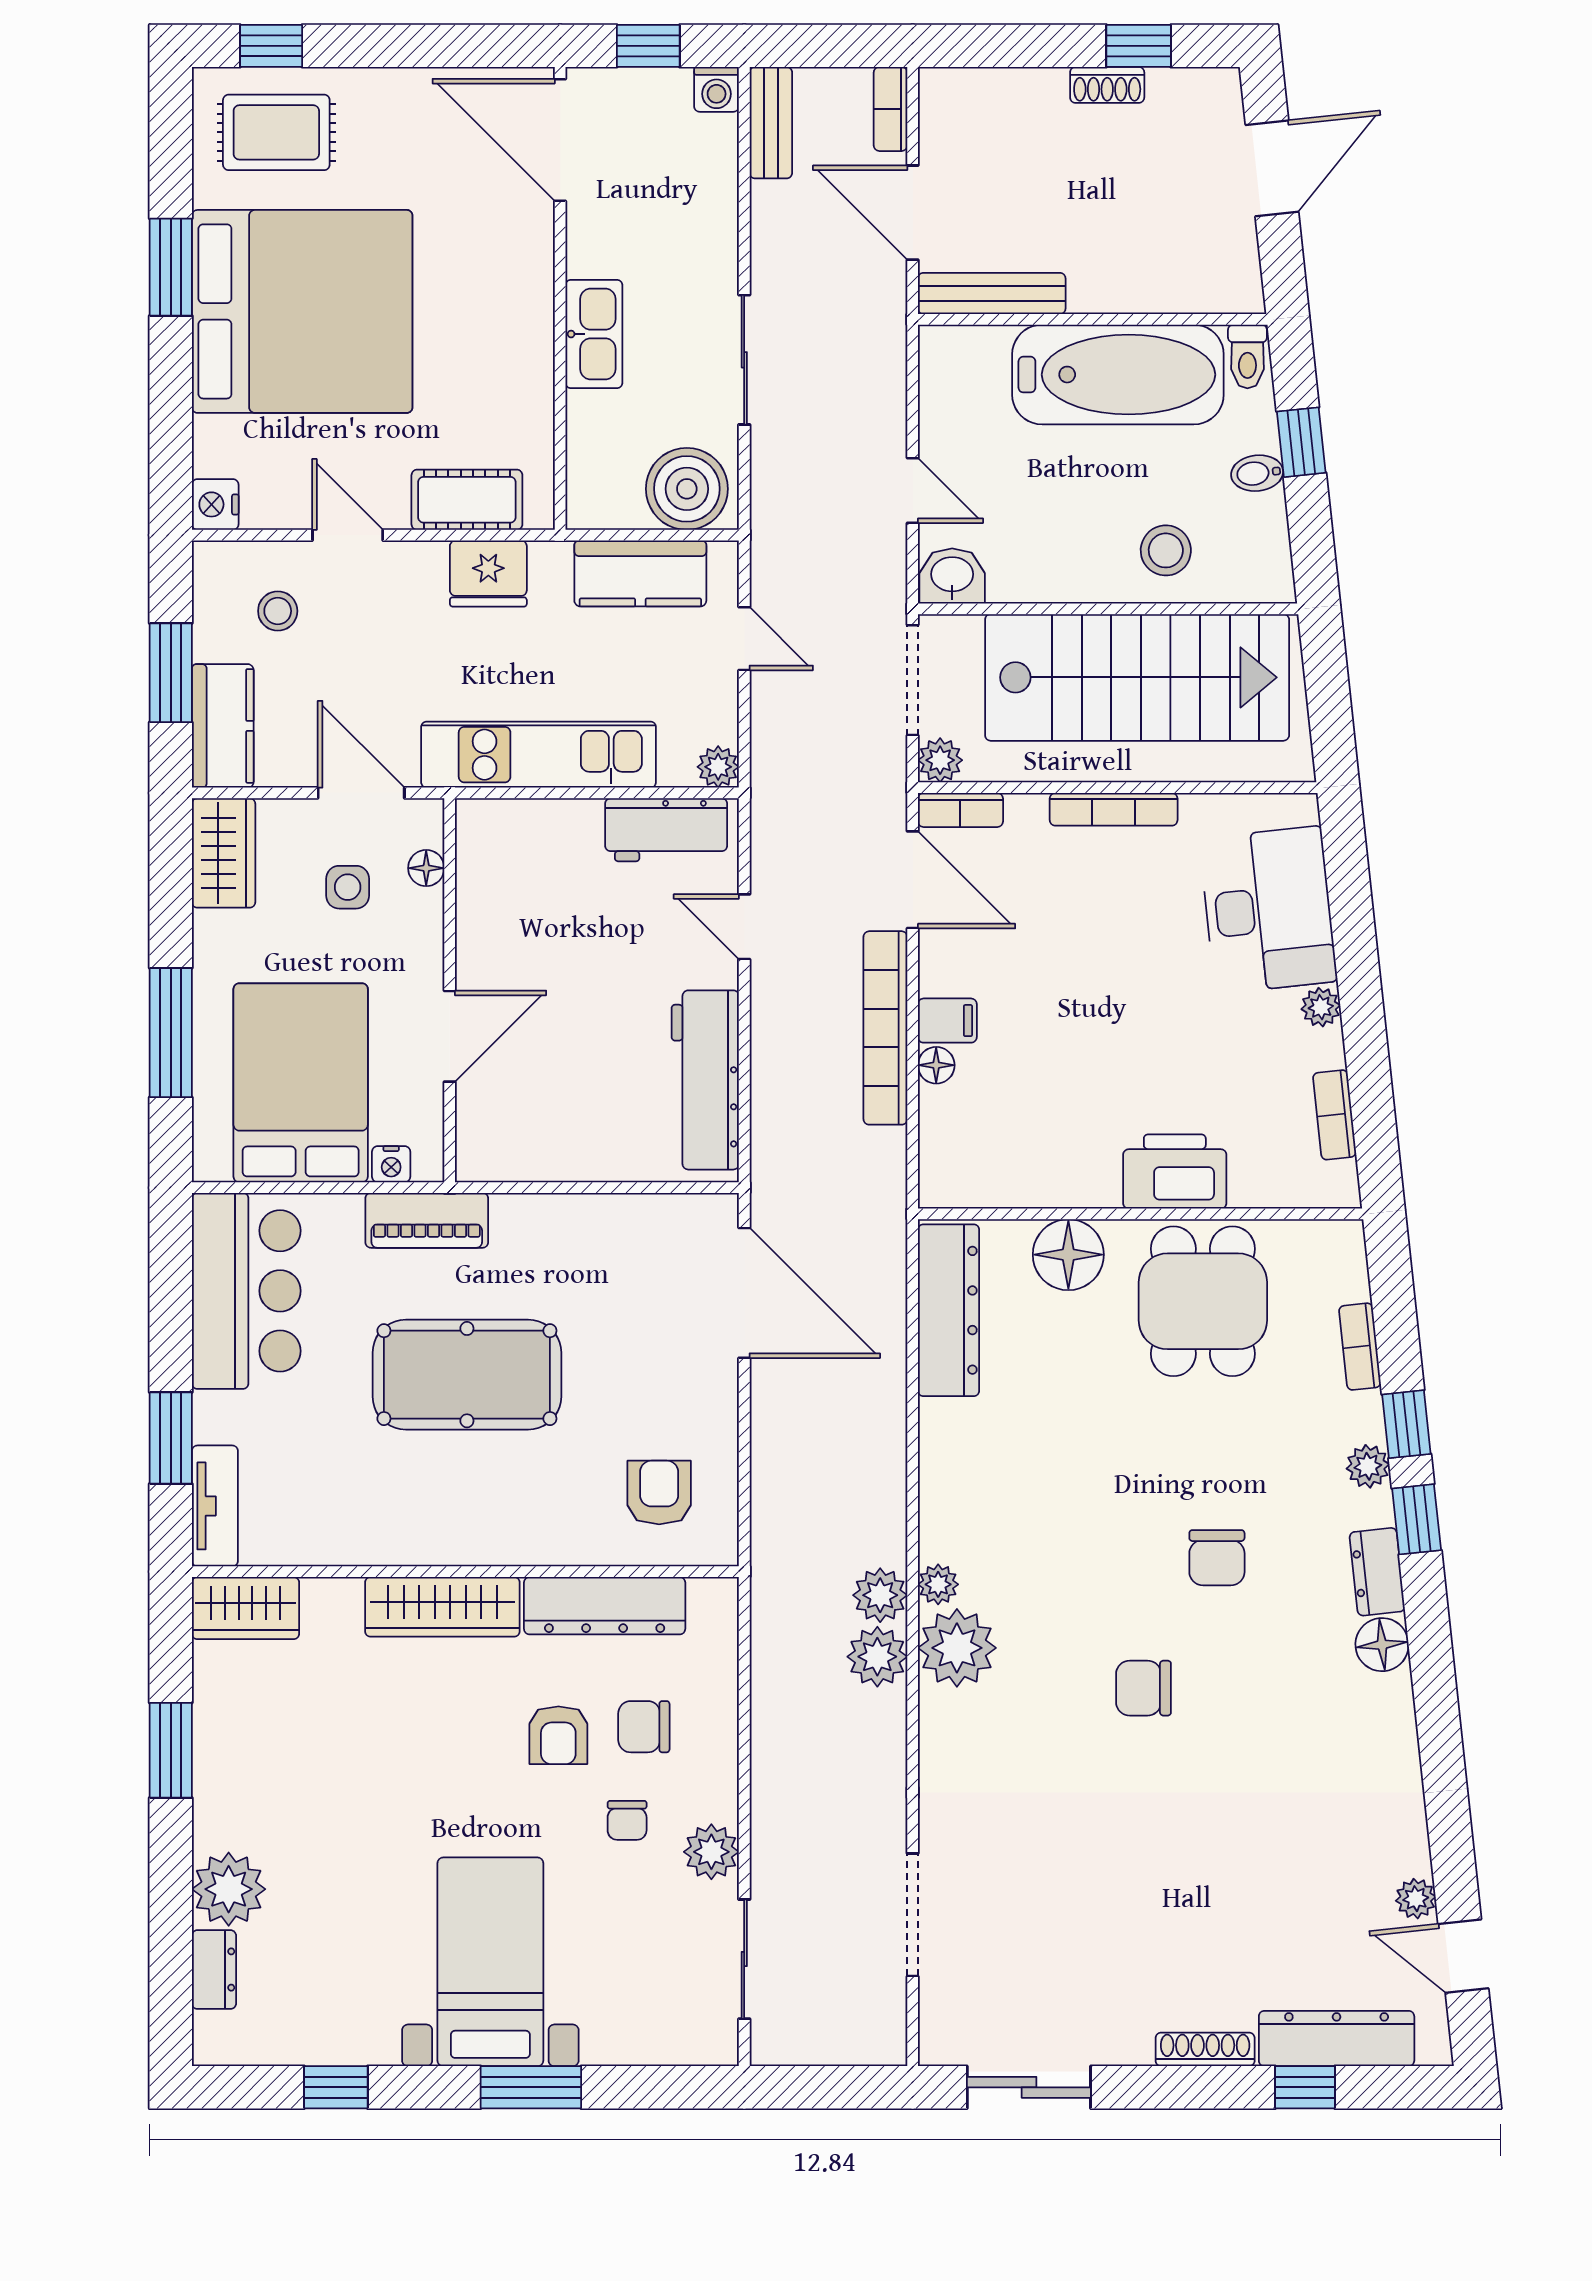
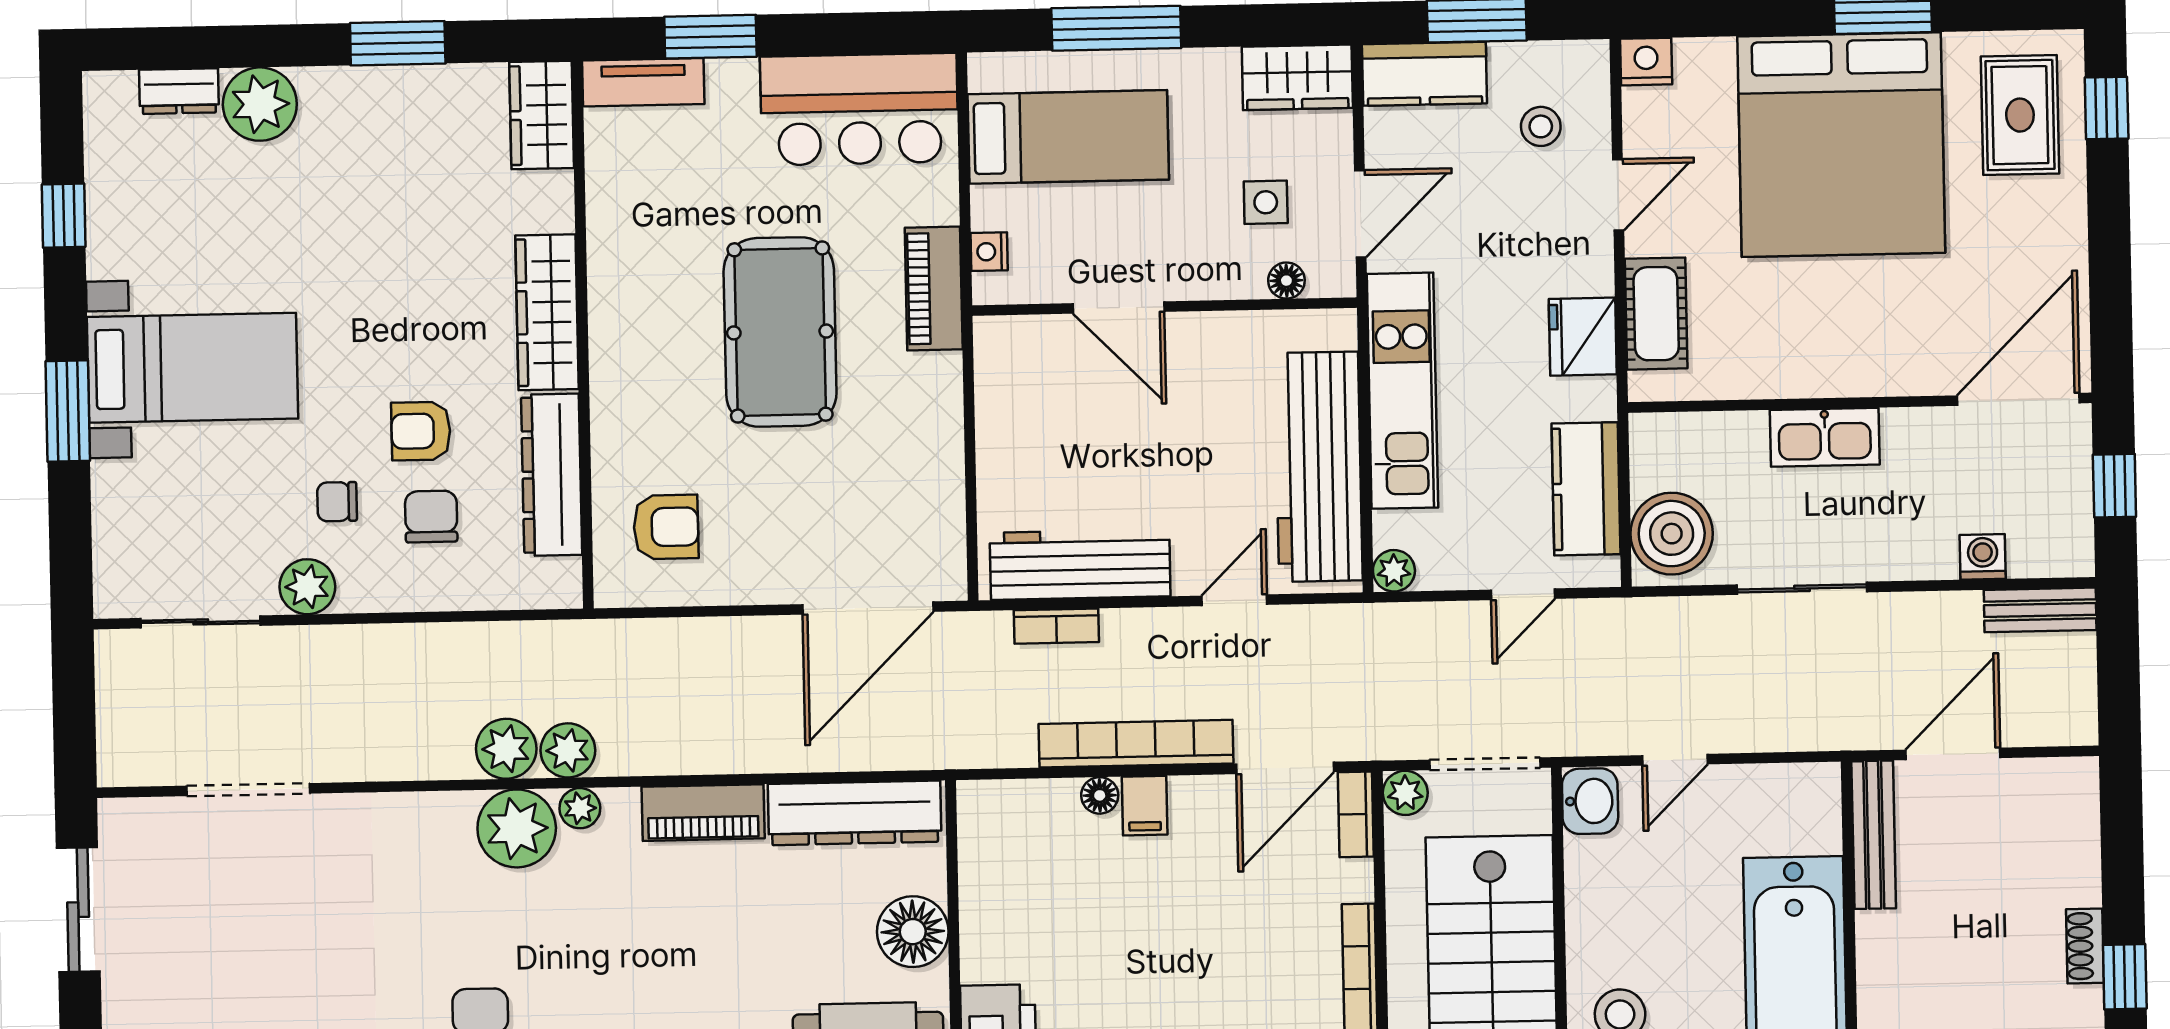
washing machine: (717, 89) -> (1983, 557), moved, turned 90
bookcase: (891, 109) -> (1056, 626), moved, turned 180
workbench: (666, 830) -> (1319, 467), width x1.88, depth x1.32
bed: (301, 1083) -> (1068, 137), width x0.67
piano: (945, 1461) -> (703, 813), added

